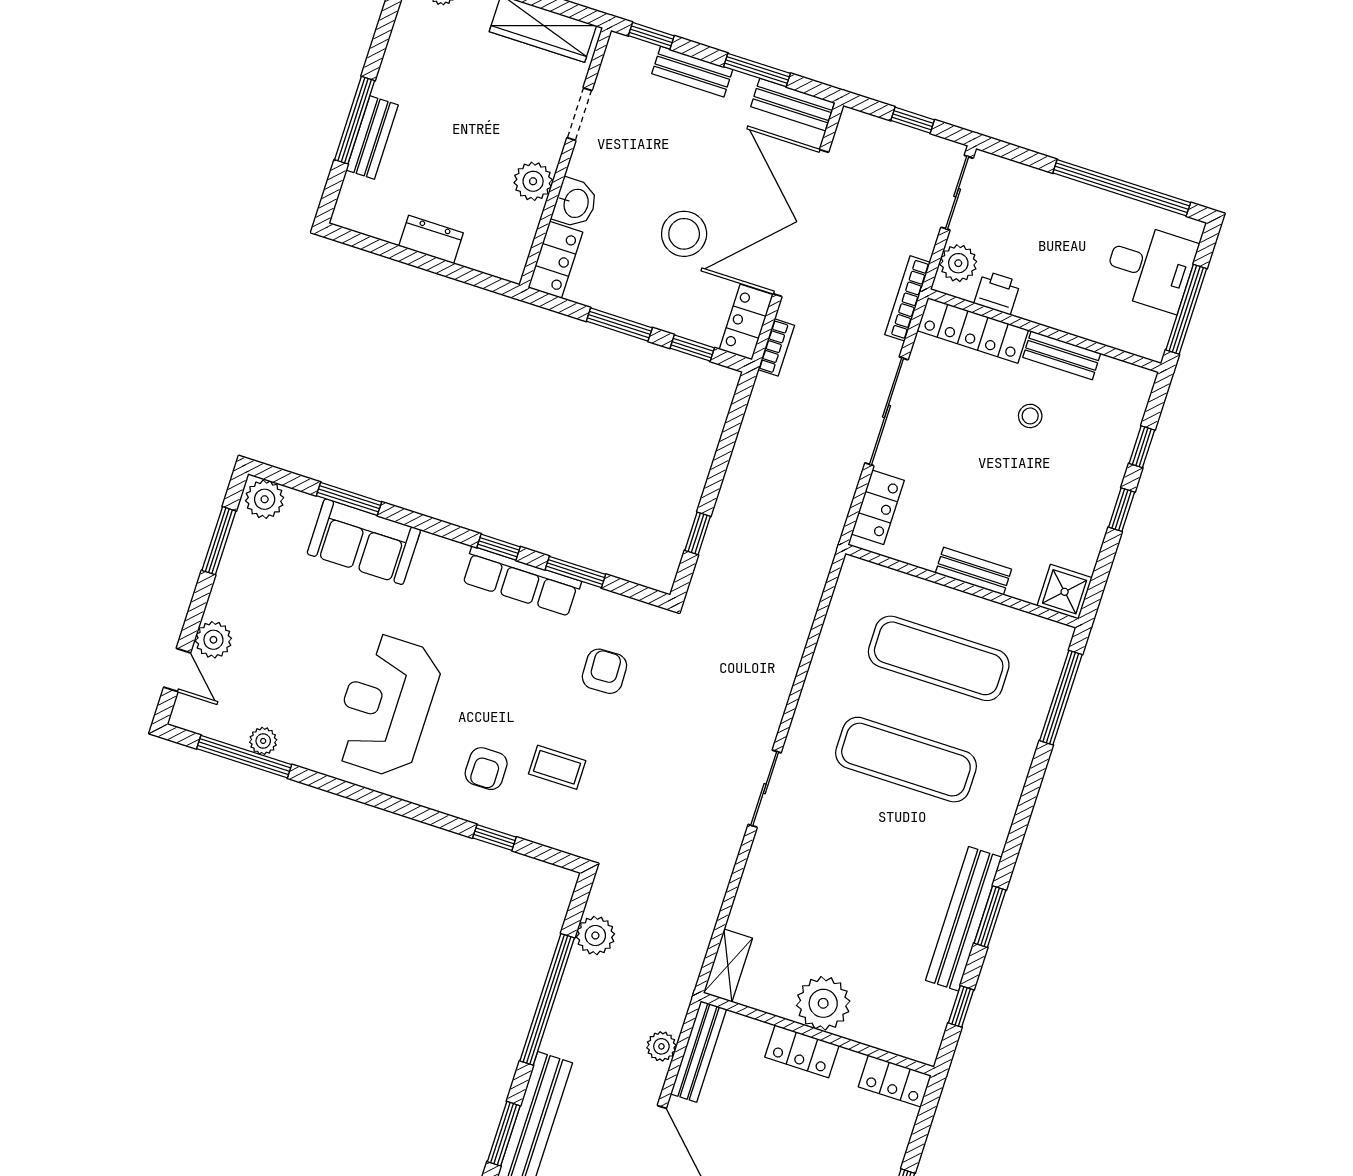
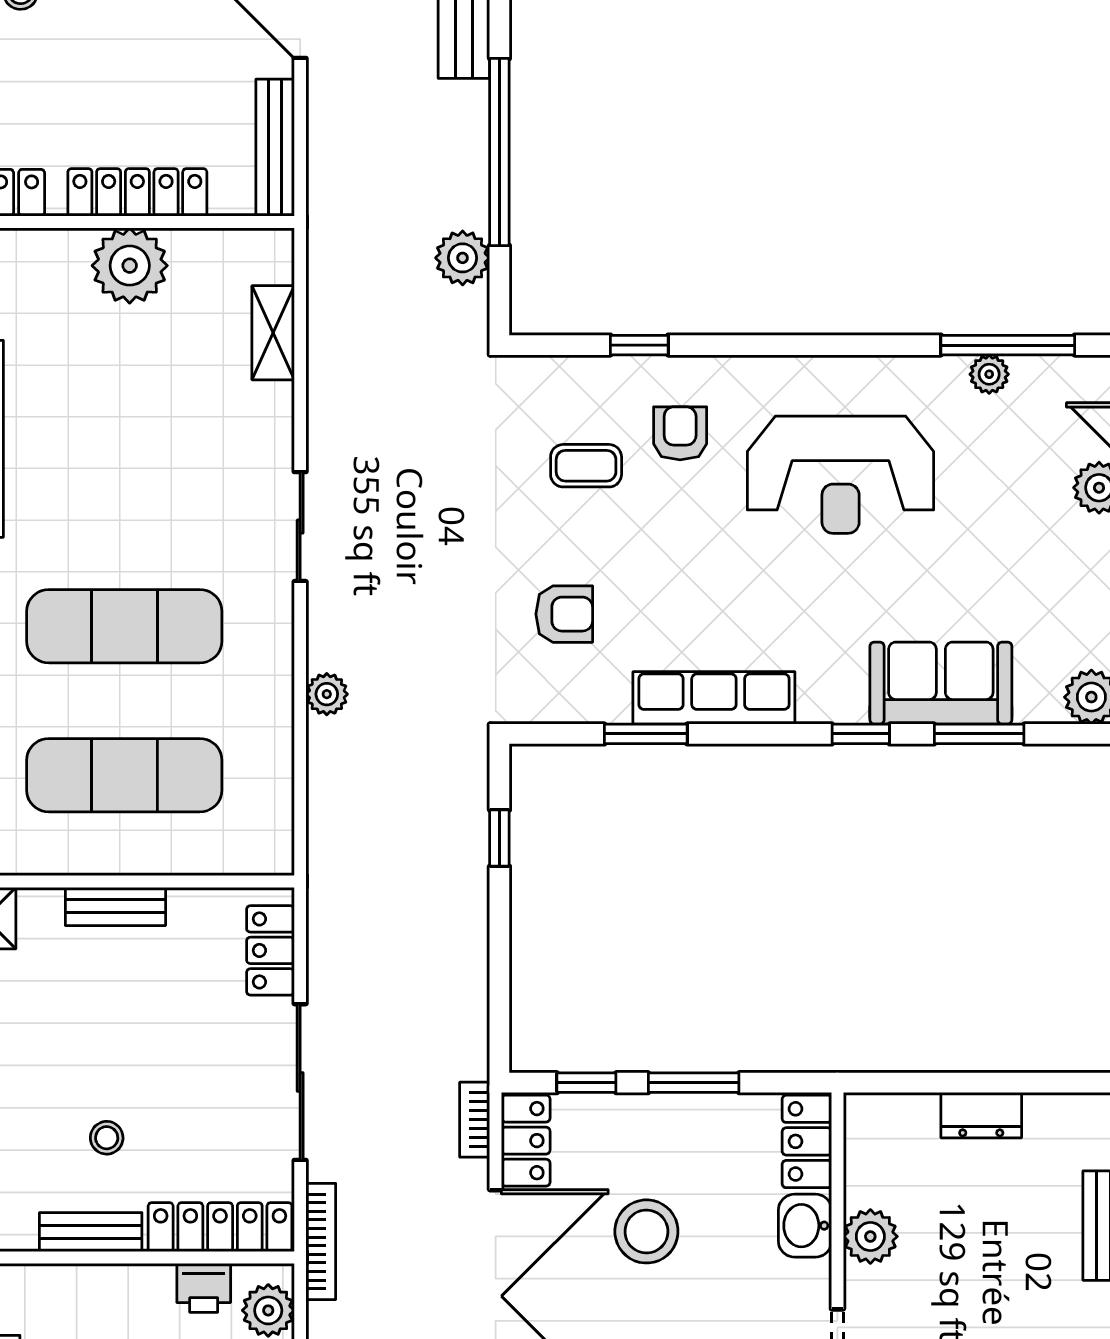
window: (499, 547) -> (861, 734), moved
armchair: (604, 671) -> (564, 614), turned -88
reception desk: (386, 705) -> (841, 475), turned 90
shelving: (728, 965) -> (273, 333), moved
plant: (661, 1046) -> (327, 694), moved
locker: (802, 1051) -> (137, 192), width x1.53

